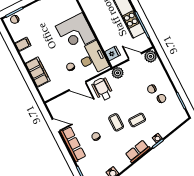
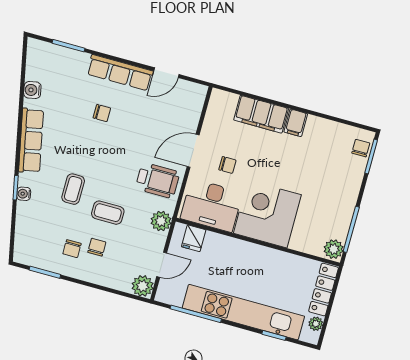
filing cabinet: (23, 44) -> (296, 123), moved
coffee table: (116, 122) -> (108, 213), moved
row of seats: (138, 151) -> (31, 141), width x1.48

